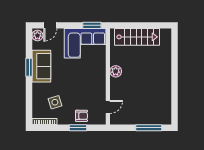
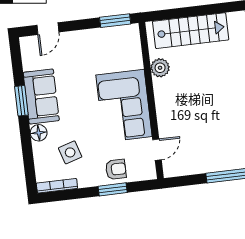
plant: (37, 35) -> (29, 48), removed
corner sofa: (85, 43) -> (124, 106), moved, turned 90
plant: (116, 71) -> (160, 68), moved
floor lamp: (37, 88) -> (39, 133), added

